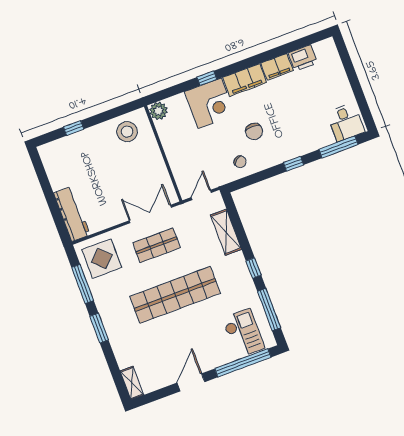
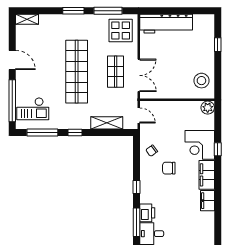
printer: (303, 58) -> (147, 213), moved, turned 180
workbench: (72, 214) -> (166, 24), width x1.36, depth x1.32

